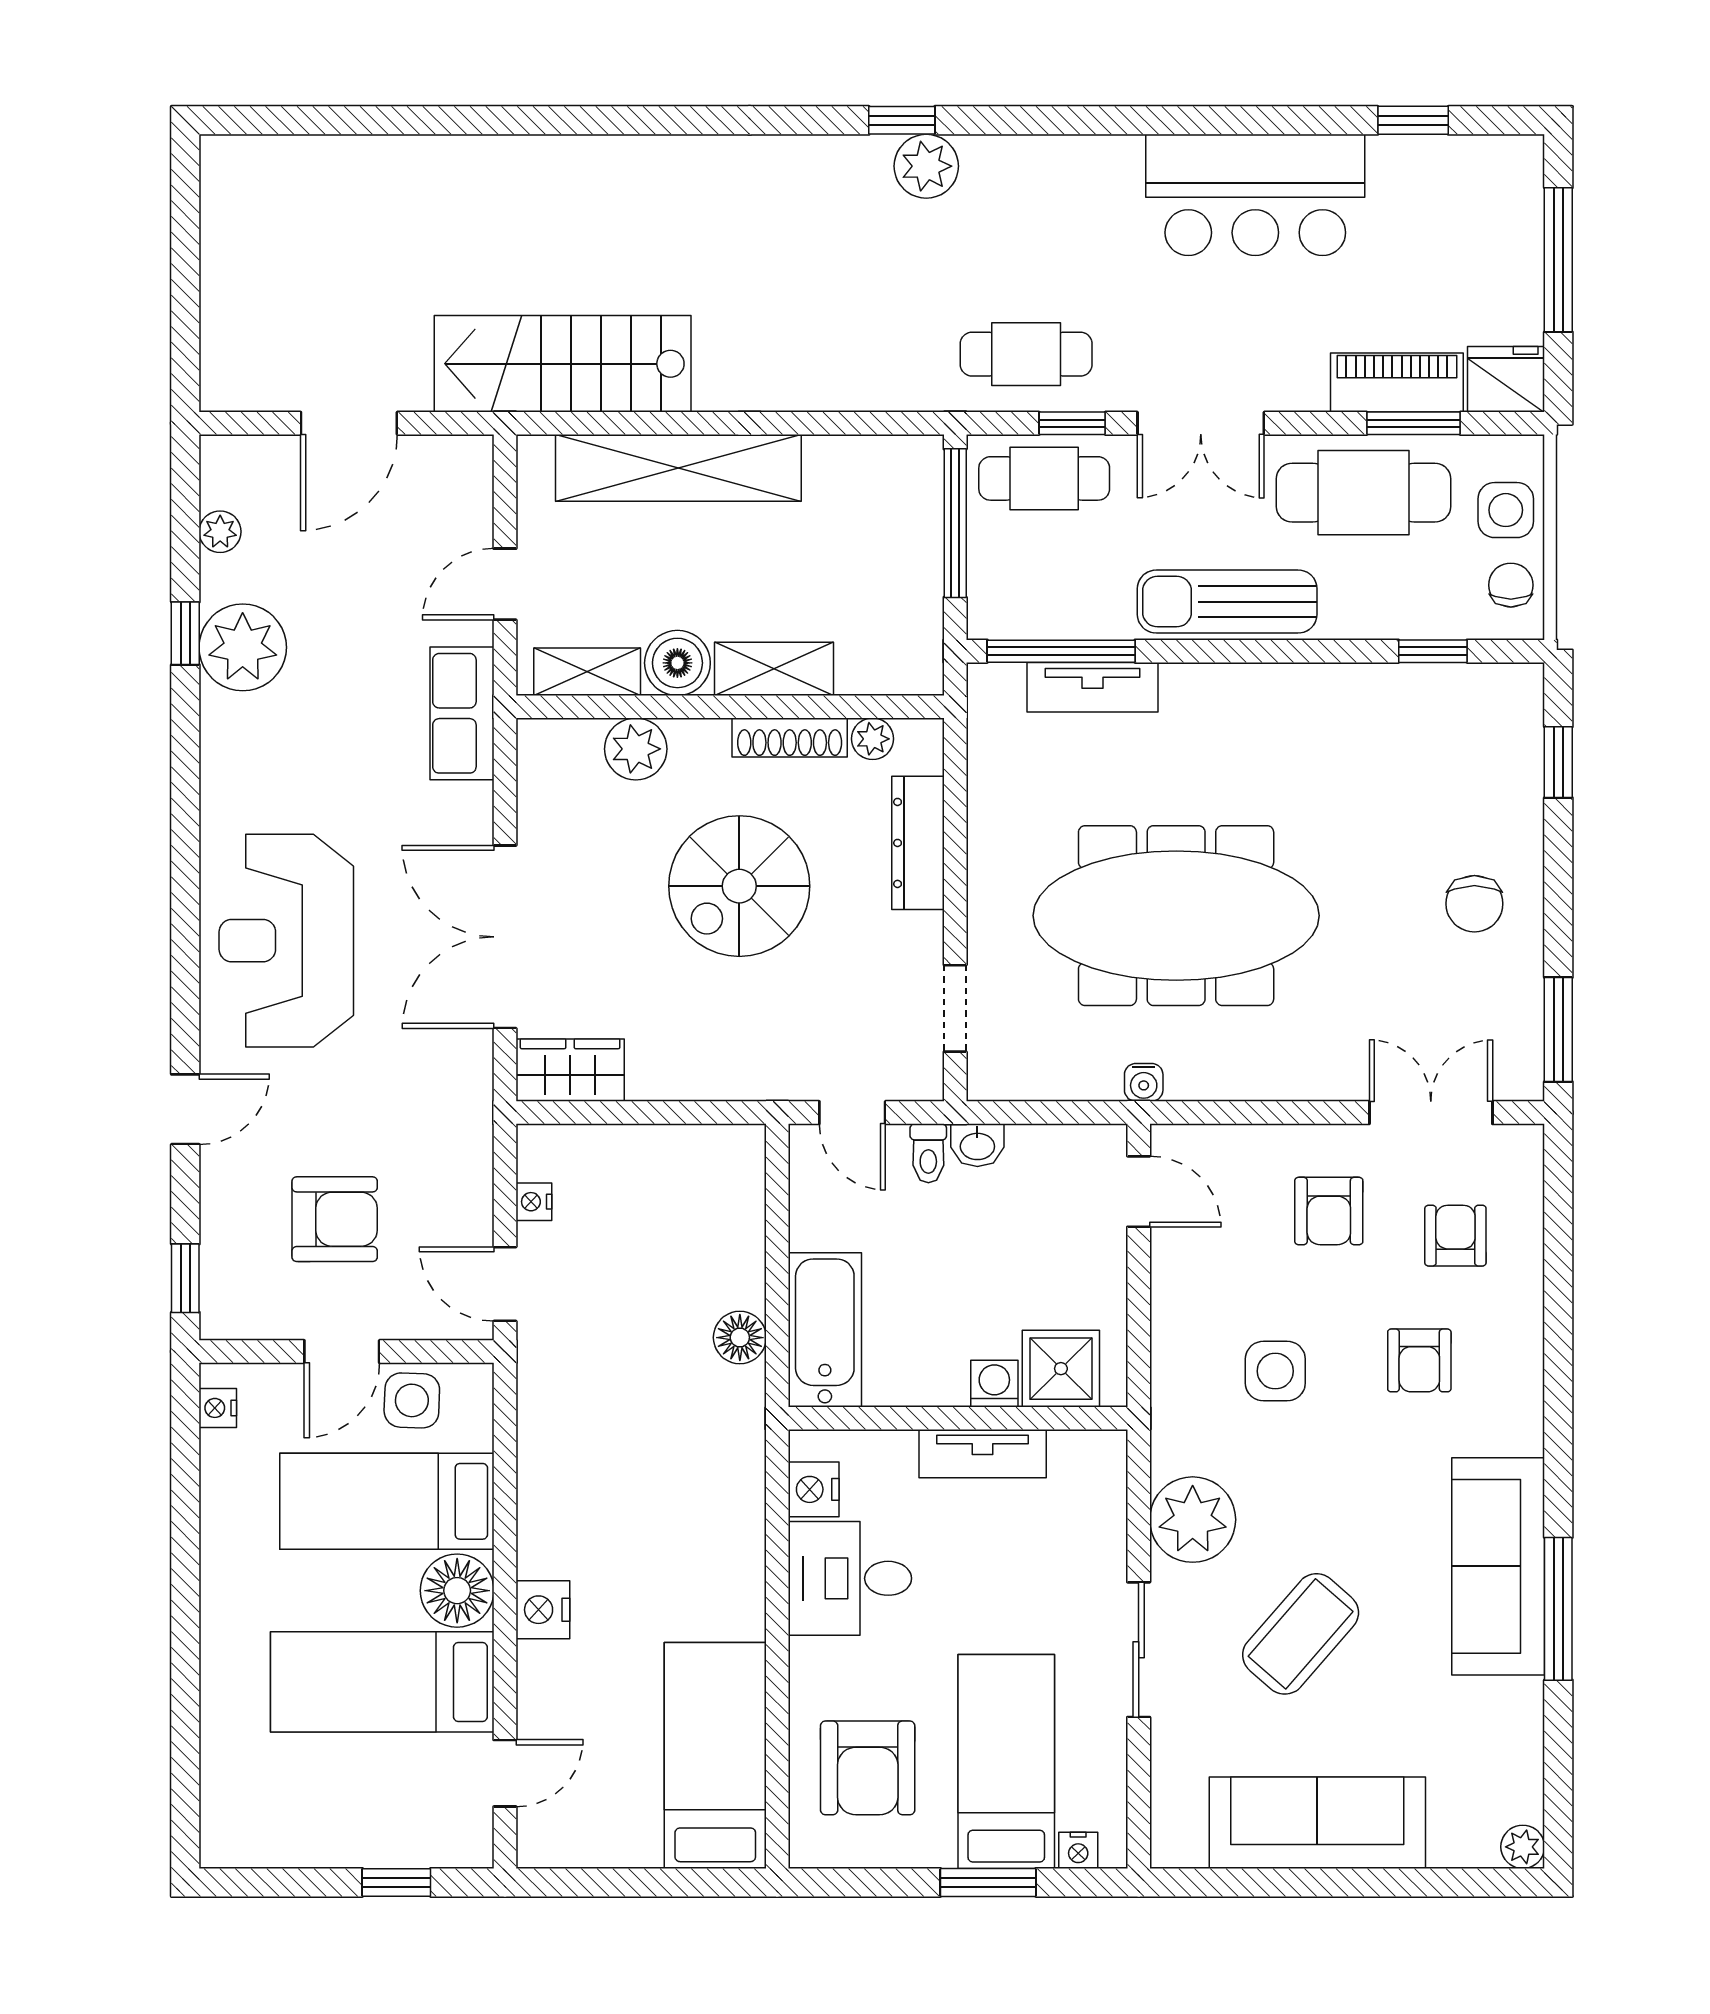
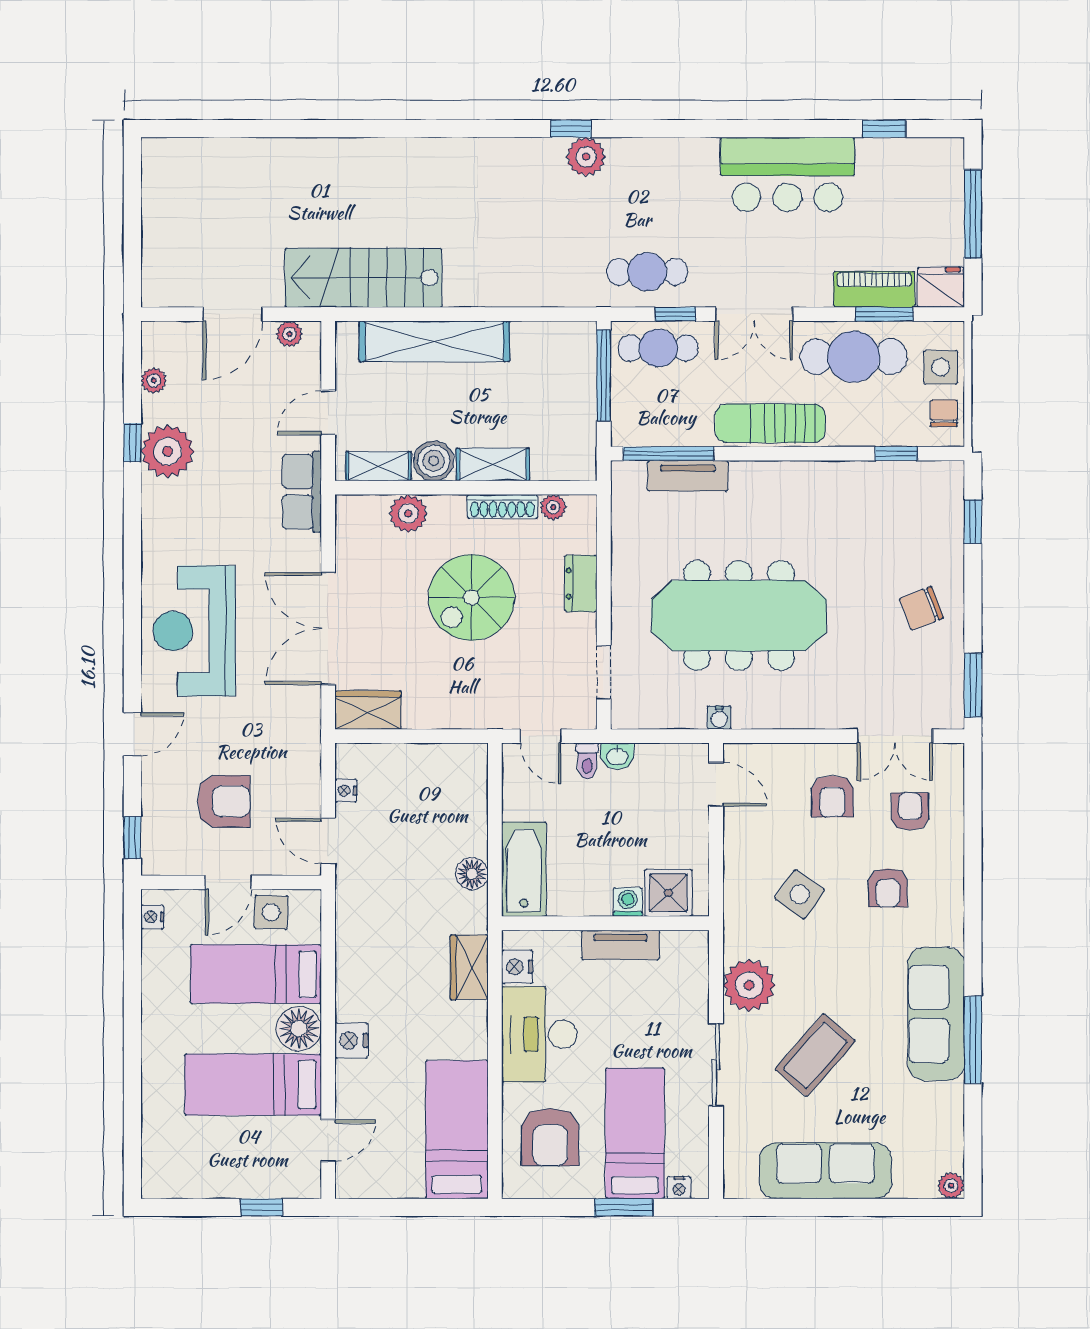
plant: (442, 456) -> (289, 334), added
dresser: (918, 843) -> (581, 583), width x0.70
chair: (1474, 904) -> (922, 608), turned 69
double door: (1431, 1113) -> (895, 736), swing flipped
side table: (1275, 1371) -> (800, 894), turned 35
wardrobe: (735, 1490) -> (469, 967), added
desk: (850, 1578) -> (539, 1034), width x1.37

